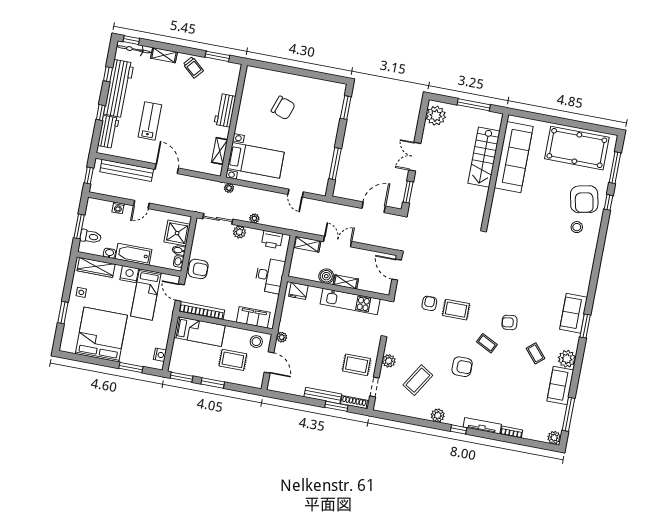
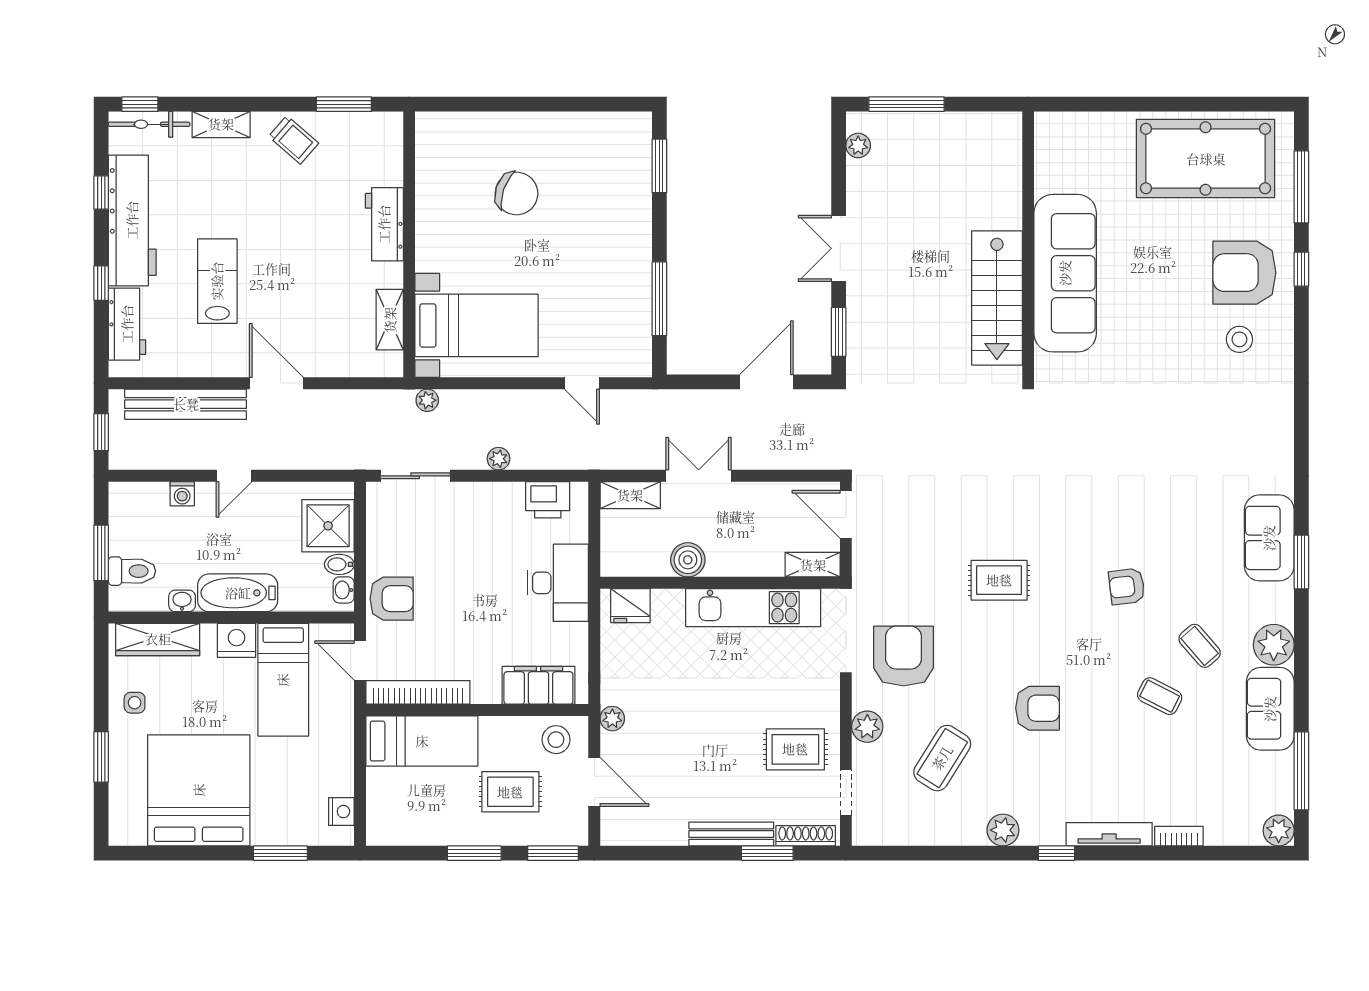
window: (474, 105) -> (906, 104), moved
plant: (436, 116) -> (858, 145), width x0.53, depth x0.53
stairs: (484, 157) -> (997, 298), moved
sofa: (514, 157) -> (1065, 273), moved
armchair: (584, 199) -> (1244, 273), turned 102
plant: (239, 232) -> (470, 496), removed
shelving: (346, 282) -> (813, 565), moved
armchair: (429, 303) -> (904, 656), moved, width x1.88, depth x1.88
coffee table: (487, 343) -> (1160, 696), moved
window: (182, 377) -> (553, 853), moved

